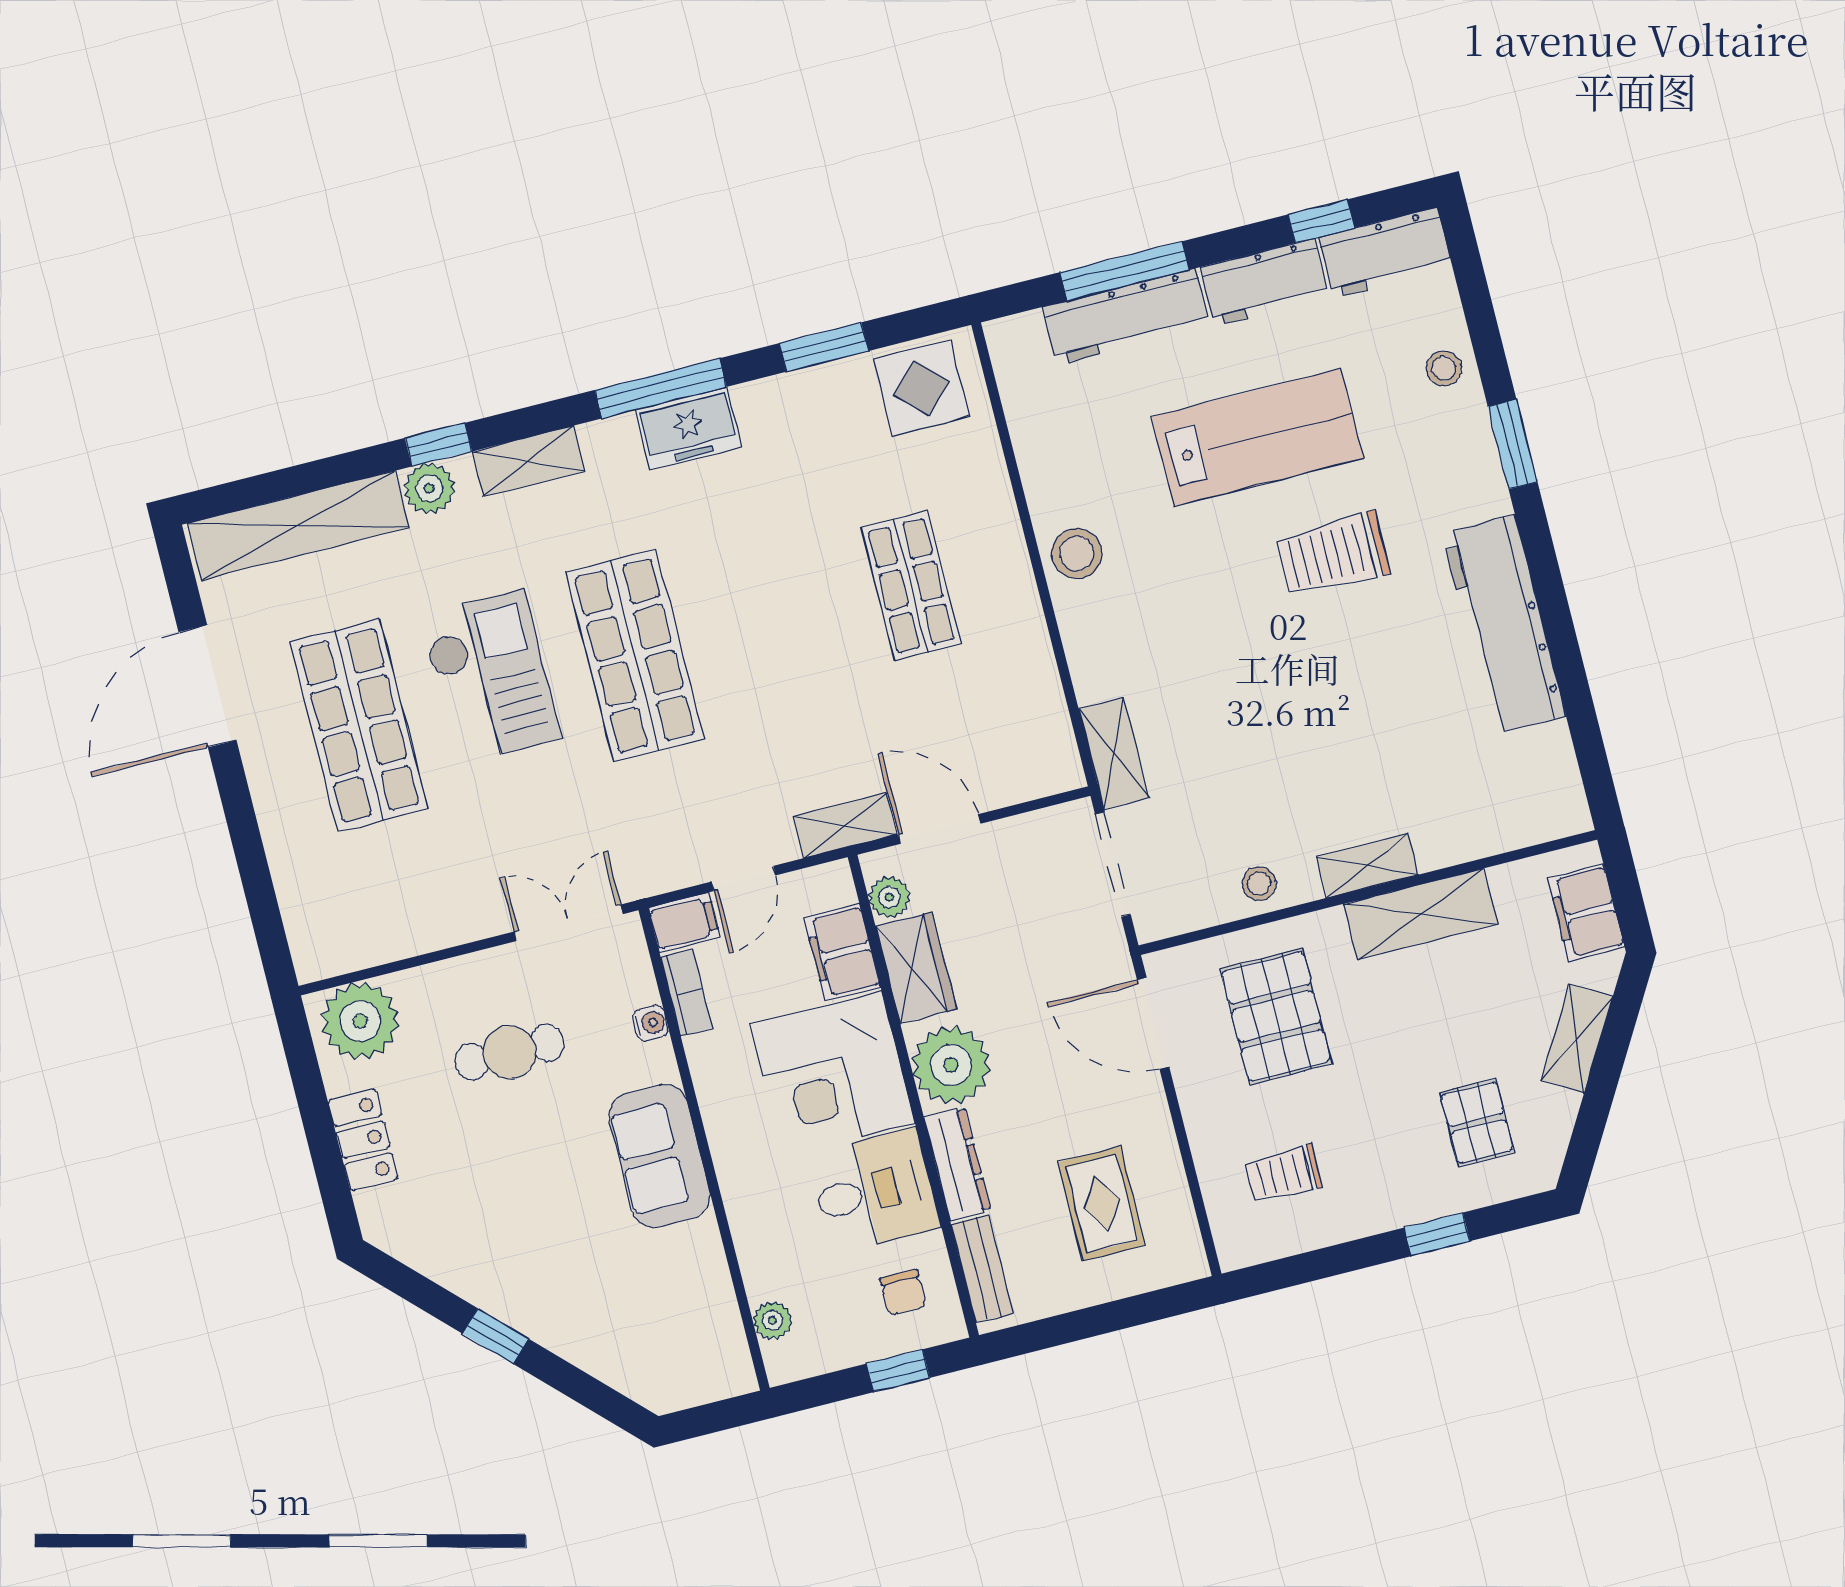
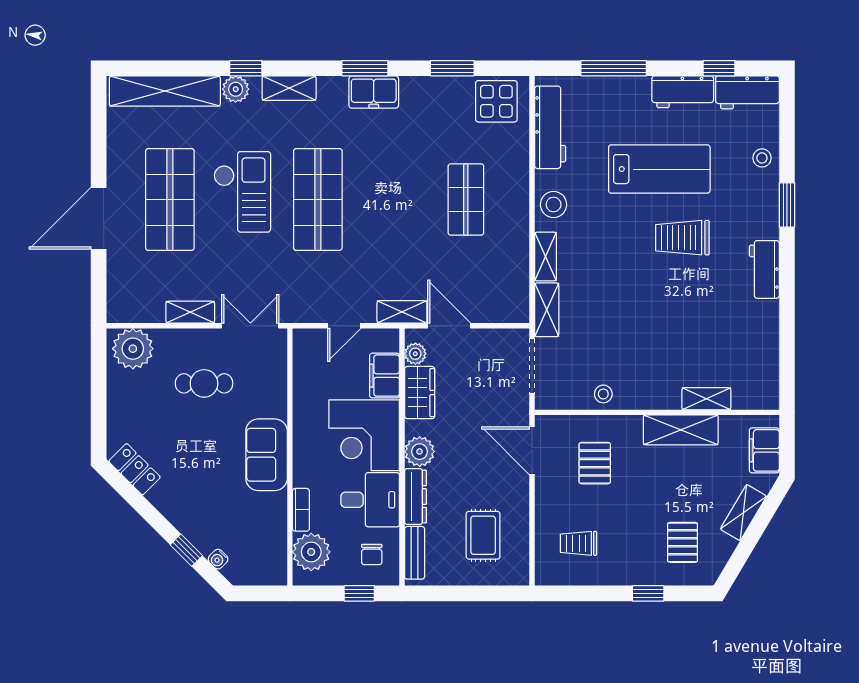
workbench: (1126, 316) -> (550, 127), moved, turned -90
window: (661, 388) -> (365, 68), width x0.69
workbench: (1504, 624) -> (764, 269), width x0.53, depth x0.76
shelving: (1087, 654) -> (546, 257), added
door: (207, 686) -> (99, 218), moved
shelving: (1368, 866) -> (706, 399), moved
filing cabinet: (684, 923) -> (309, 340), removed
shelving: (450, 926) -> (190, 312), added
bookcase: (687, 993) -> (301, 510), moved
pallet: (1276, 1016) -> (595, 463), width x0.67, depth x0.71
water cooler: (651, 1023) -> (218, 559), moved, turned 135
plant: (951, 1065) -> (420, 452), width x0.73, depth x0.73
locker: (363, 1140) -> (135, 469), moved, turned -45
plant: (772, 1320) -> (311, 552), width x1.88, depth x1.88
window: (496, 1336) -> (186, 550), moved

